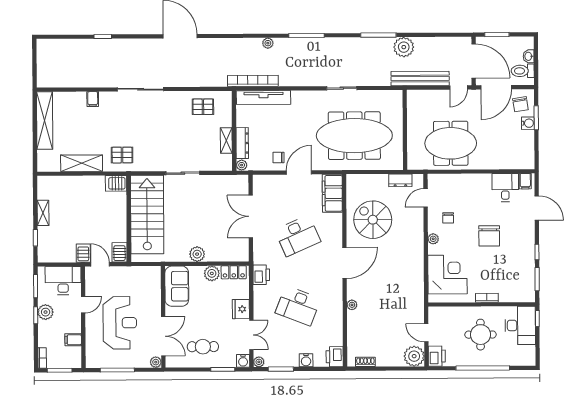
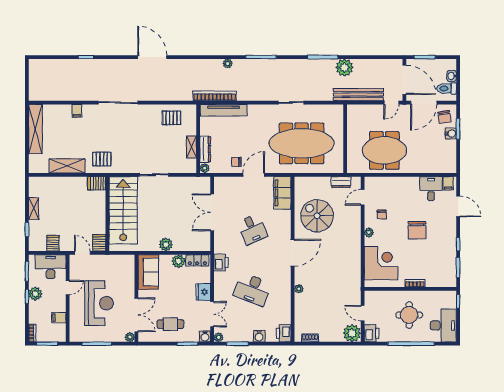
desk: (298, 236) -> (252, 229), width x0.73
server rack: (83, 253) -> (53, 243), moved
desk: (520, 325) -> (443, 325), moved

